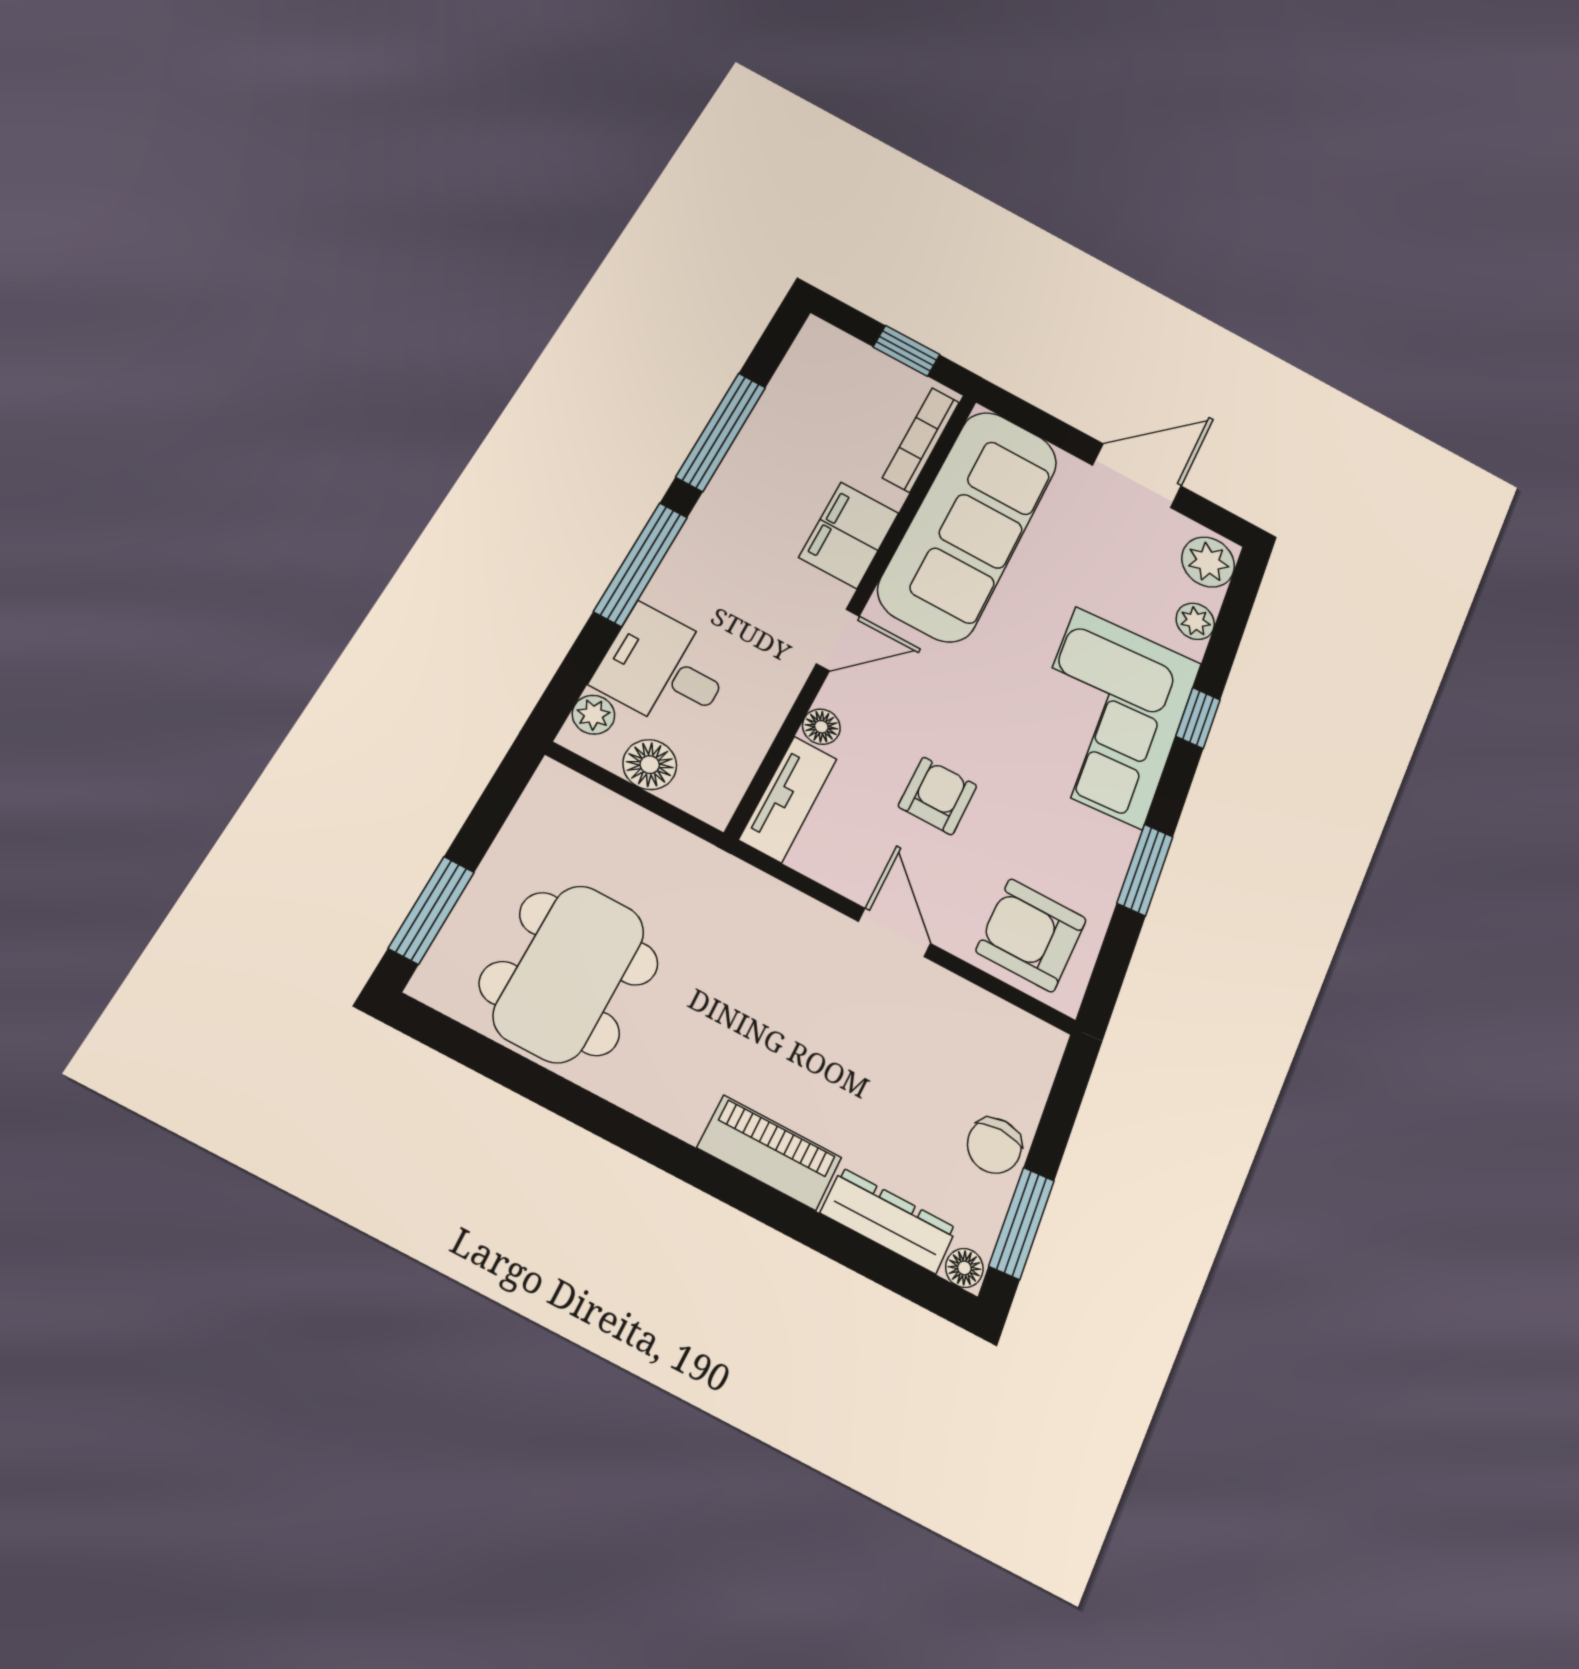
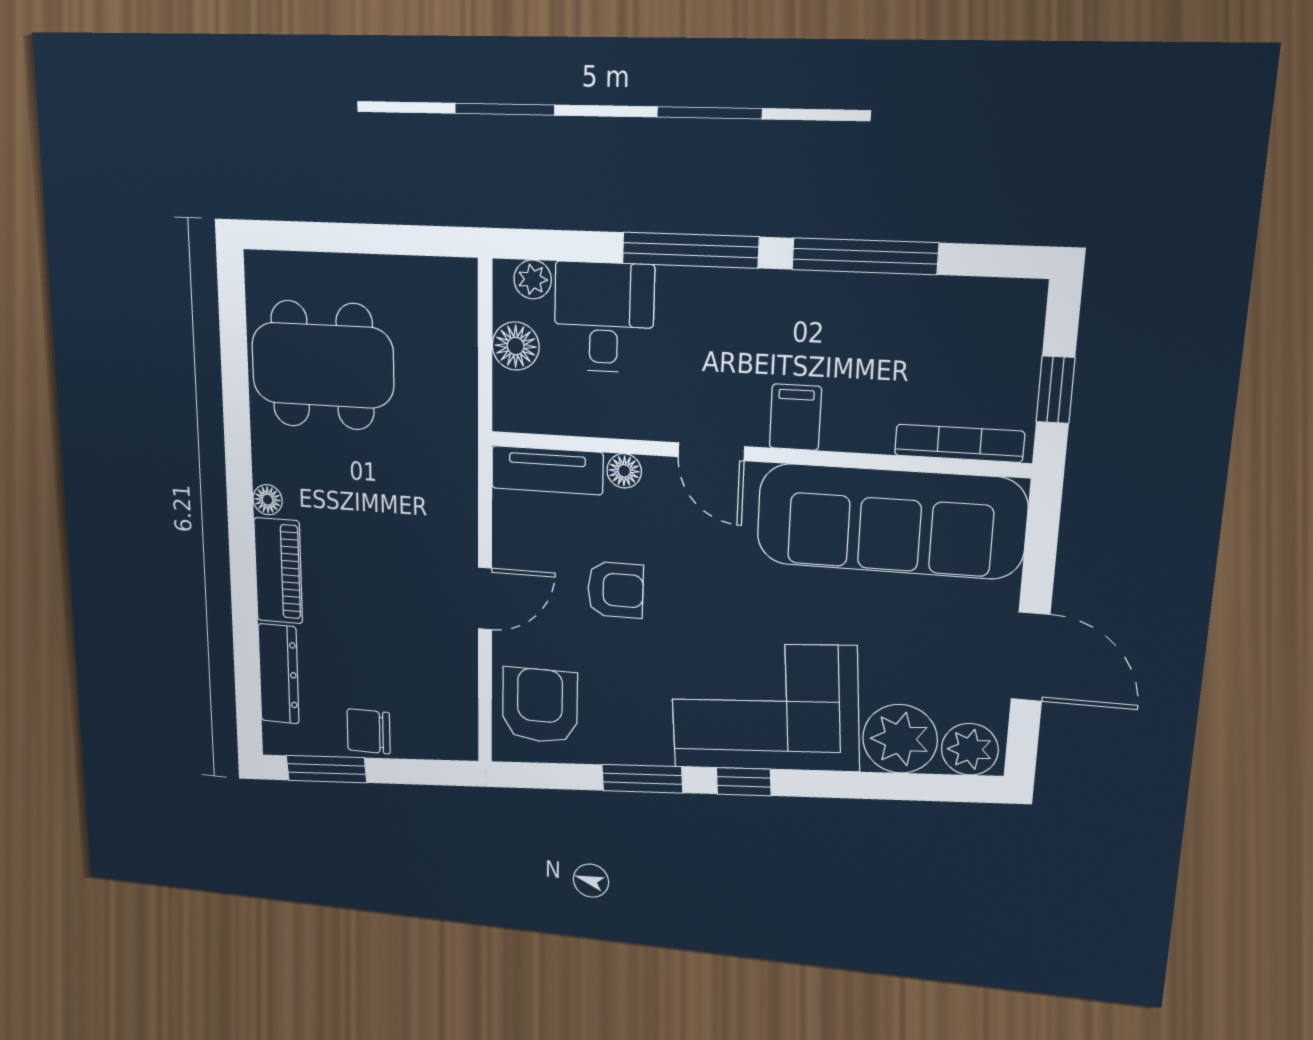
filing cabinet: (849, 535) -> (795, 417), width x0.50
plant: (1195, 621) -> (900, 739), width x1.88, depth x1.88
window: (1198, 718) -> (744, 782), moved
window: (431, 910) -> (312, 237), removed
floor lamp: (964, 1268) -> (268, 500), moved

